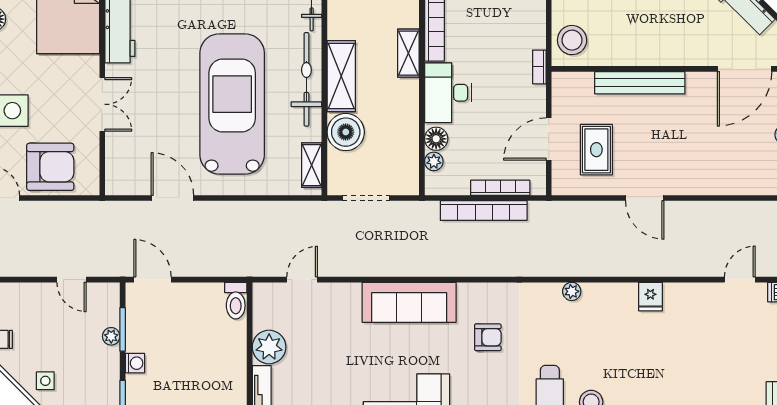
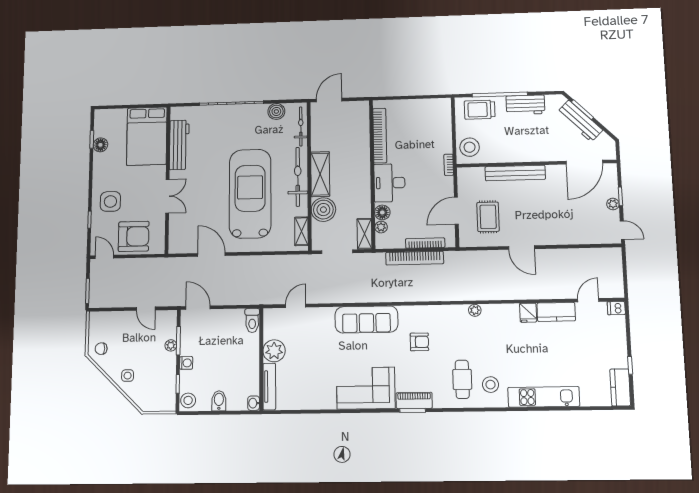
shelving: (408, 53) -> (364, 234), moved
kitchen counter: (692, 296) -> (556, 312), added

